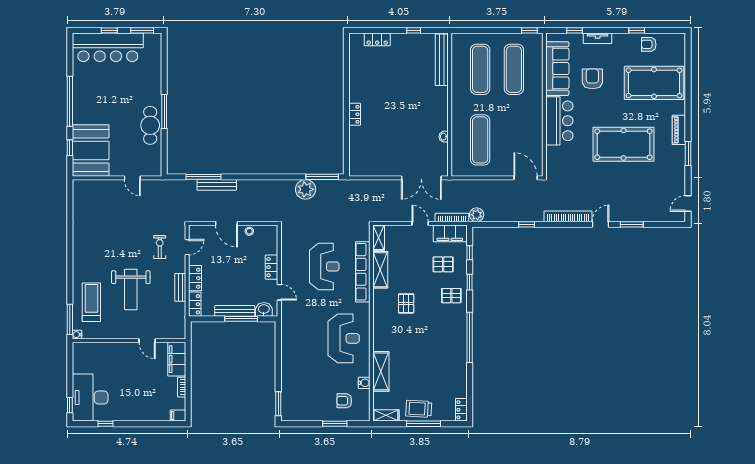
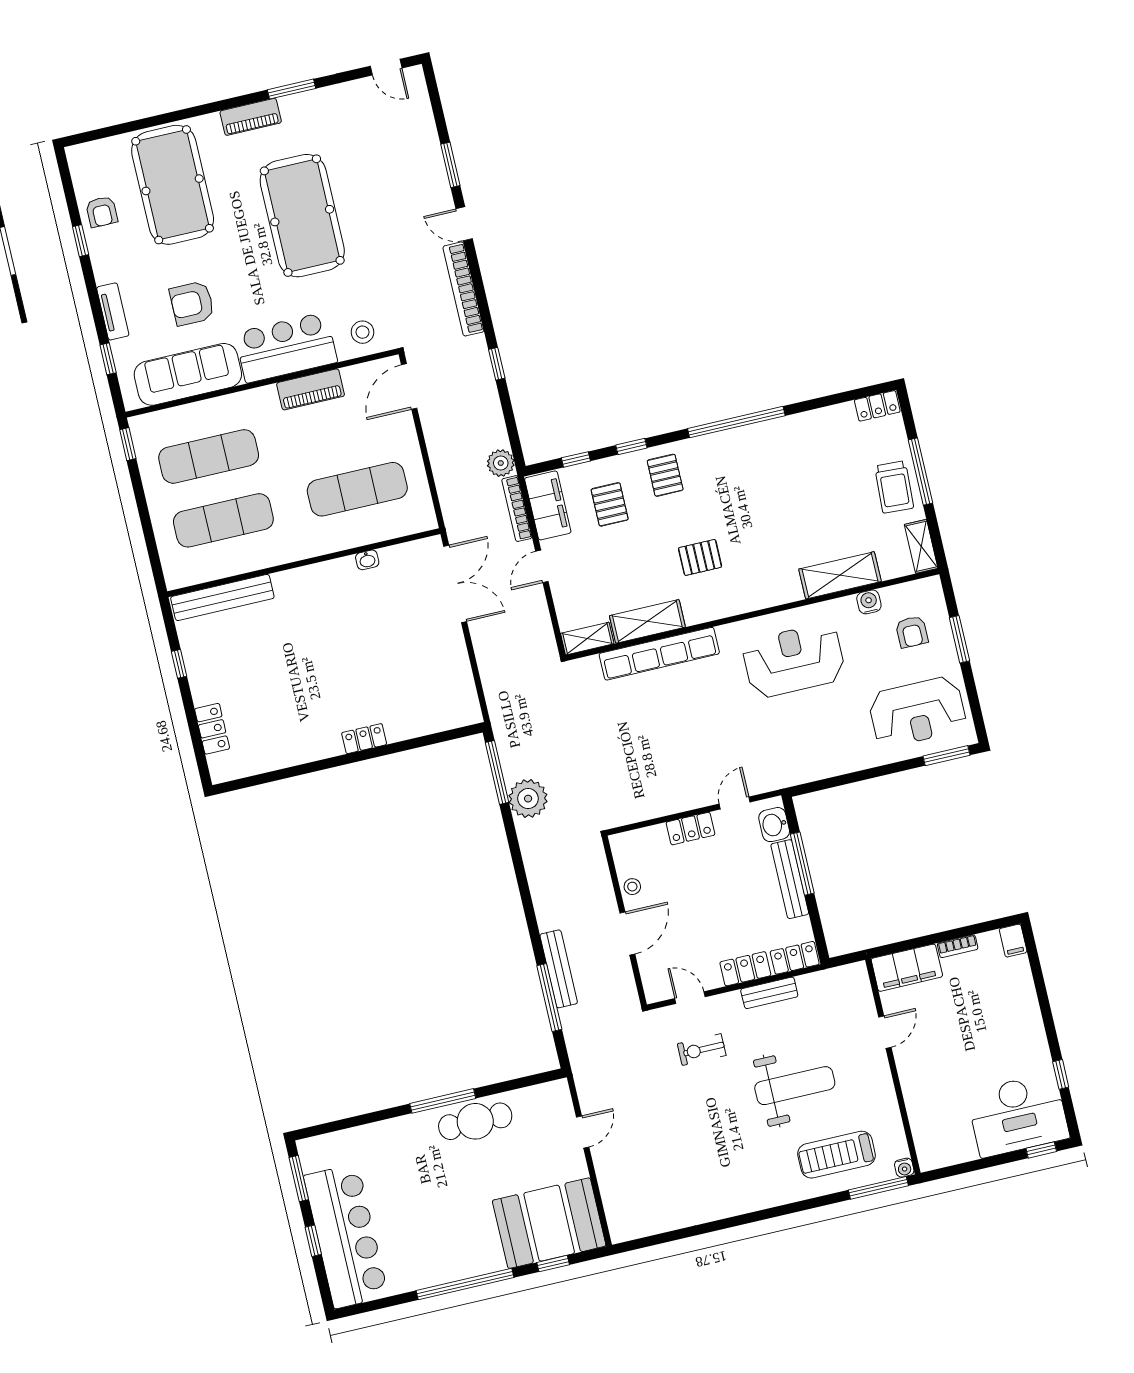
piano: (536, 128) -> (311, 389), added
stool: (558, 161) -> (363, 332), added
reception desk: (324, 266) -> (917, 712), moved, turned 180

